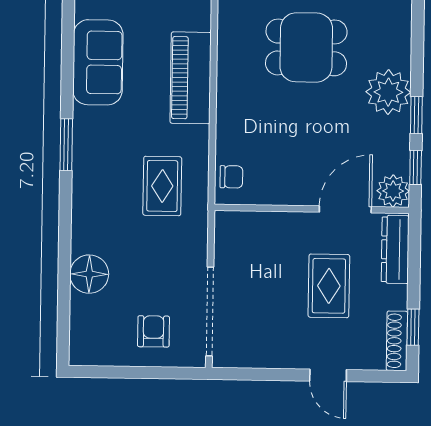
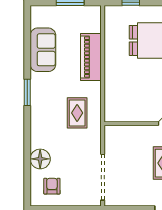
chair: (231, 177) -> (113, 108), removed
armchair: (153, 331) -> (52, 186), moved

